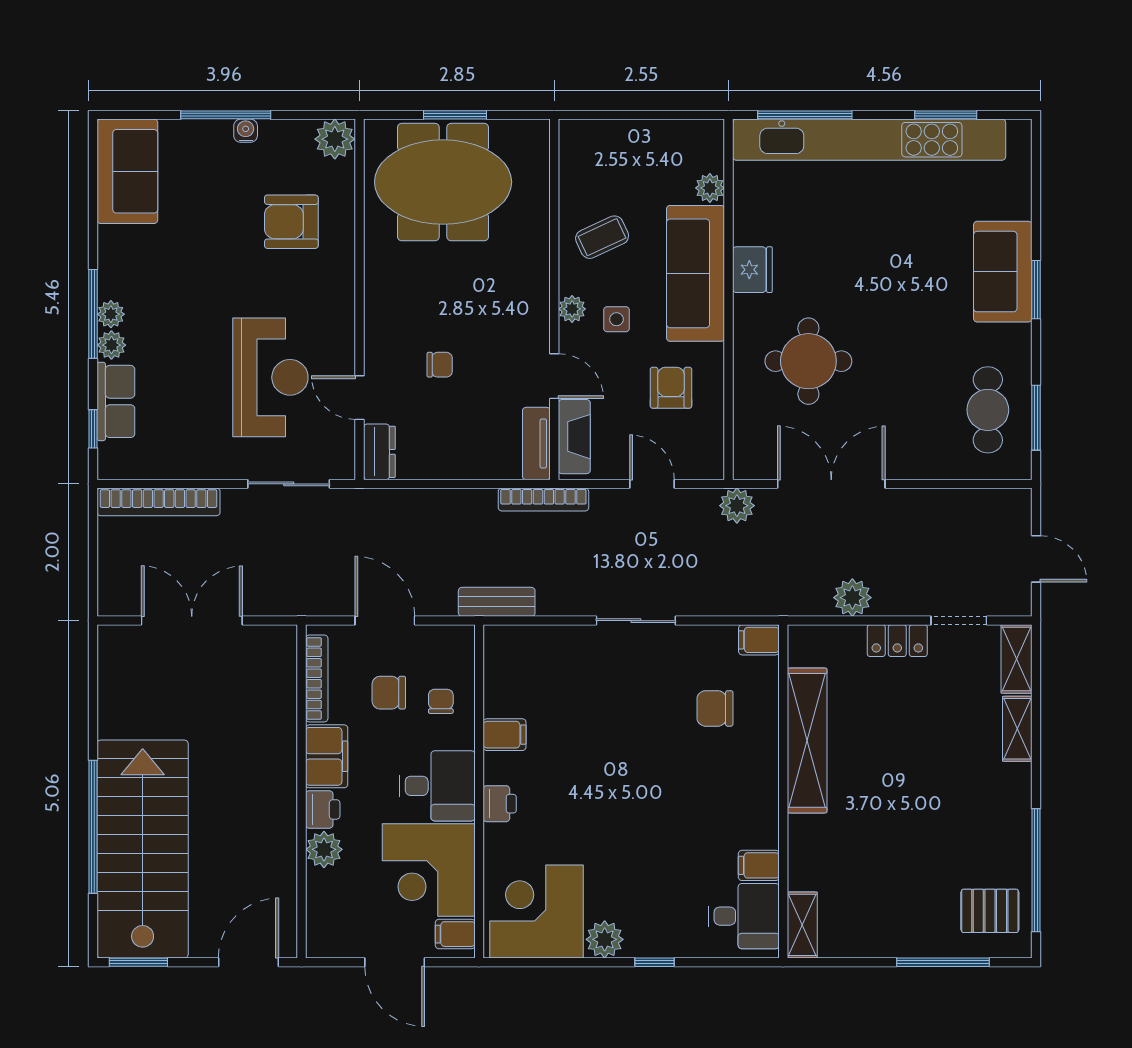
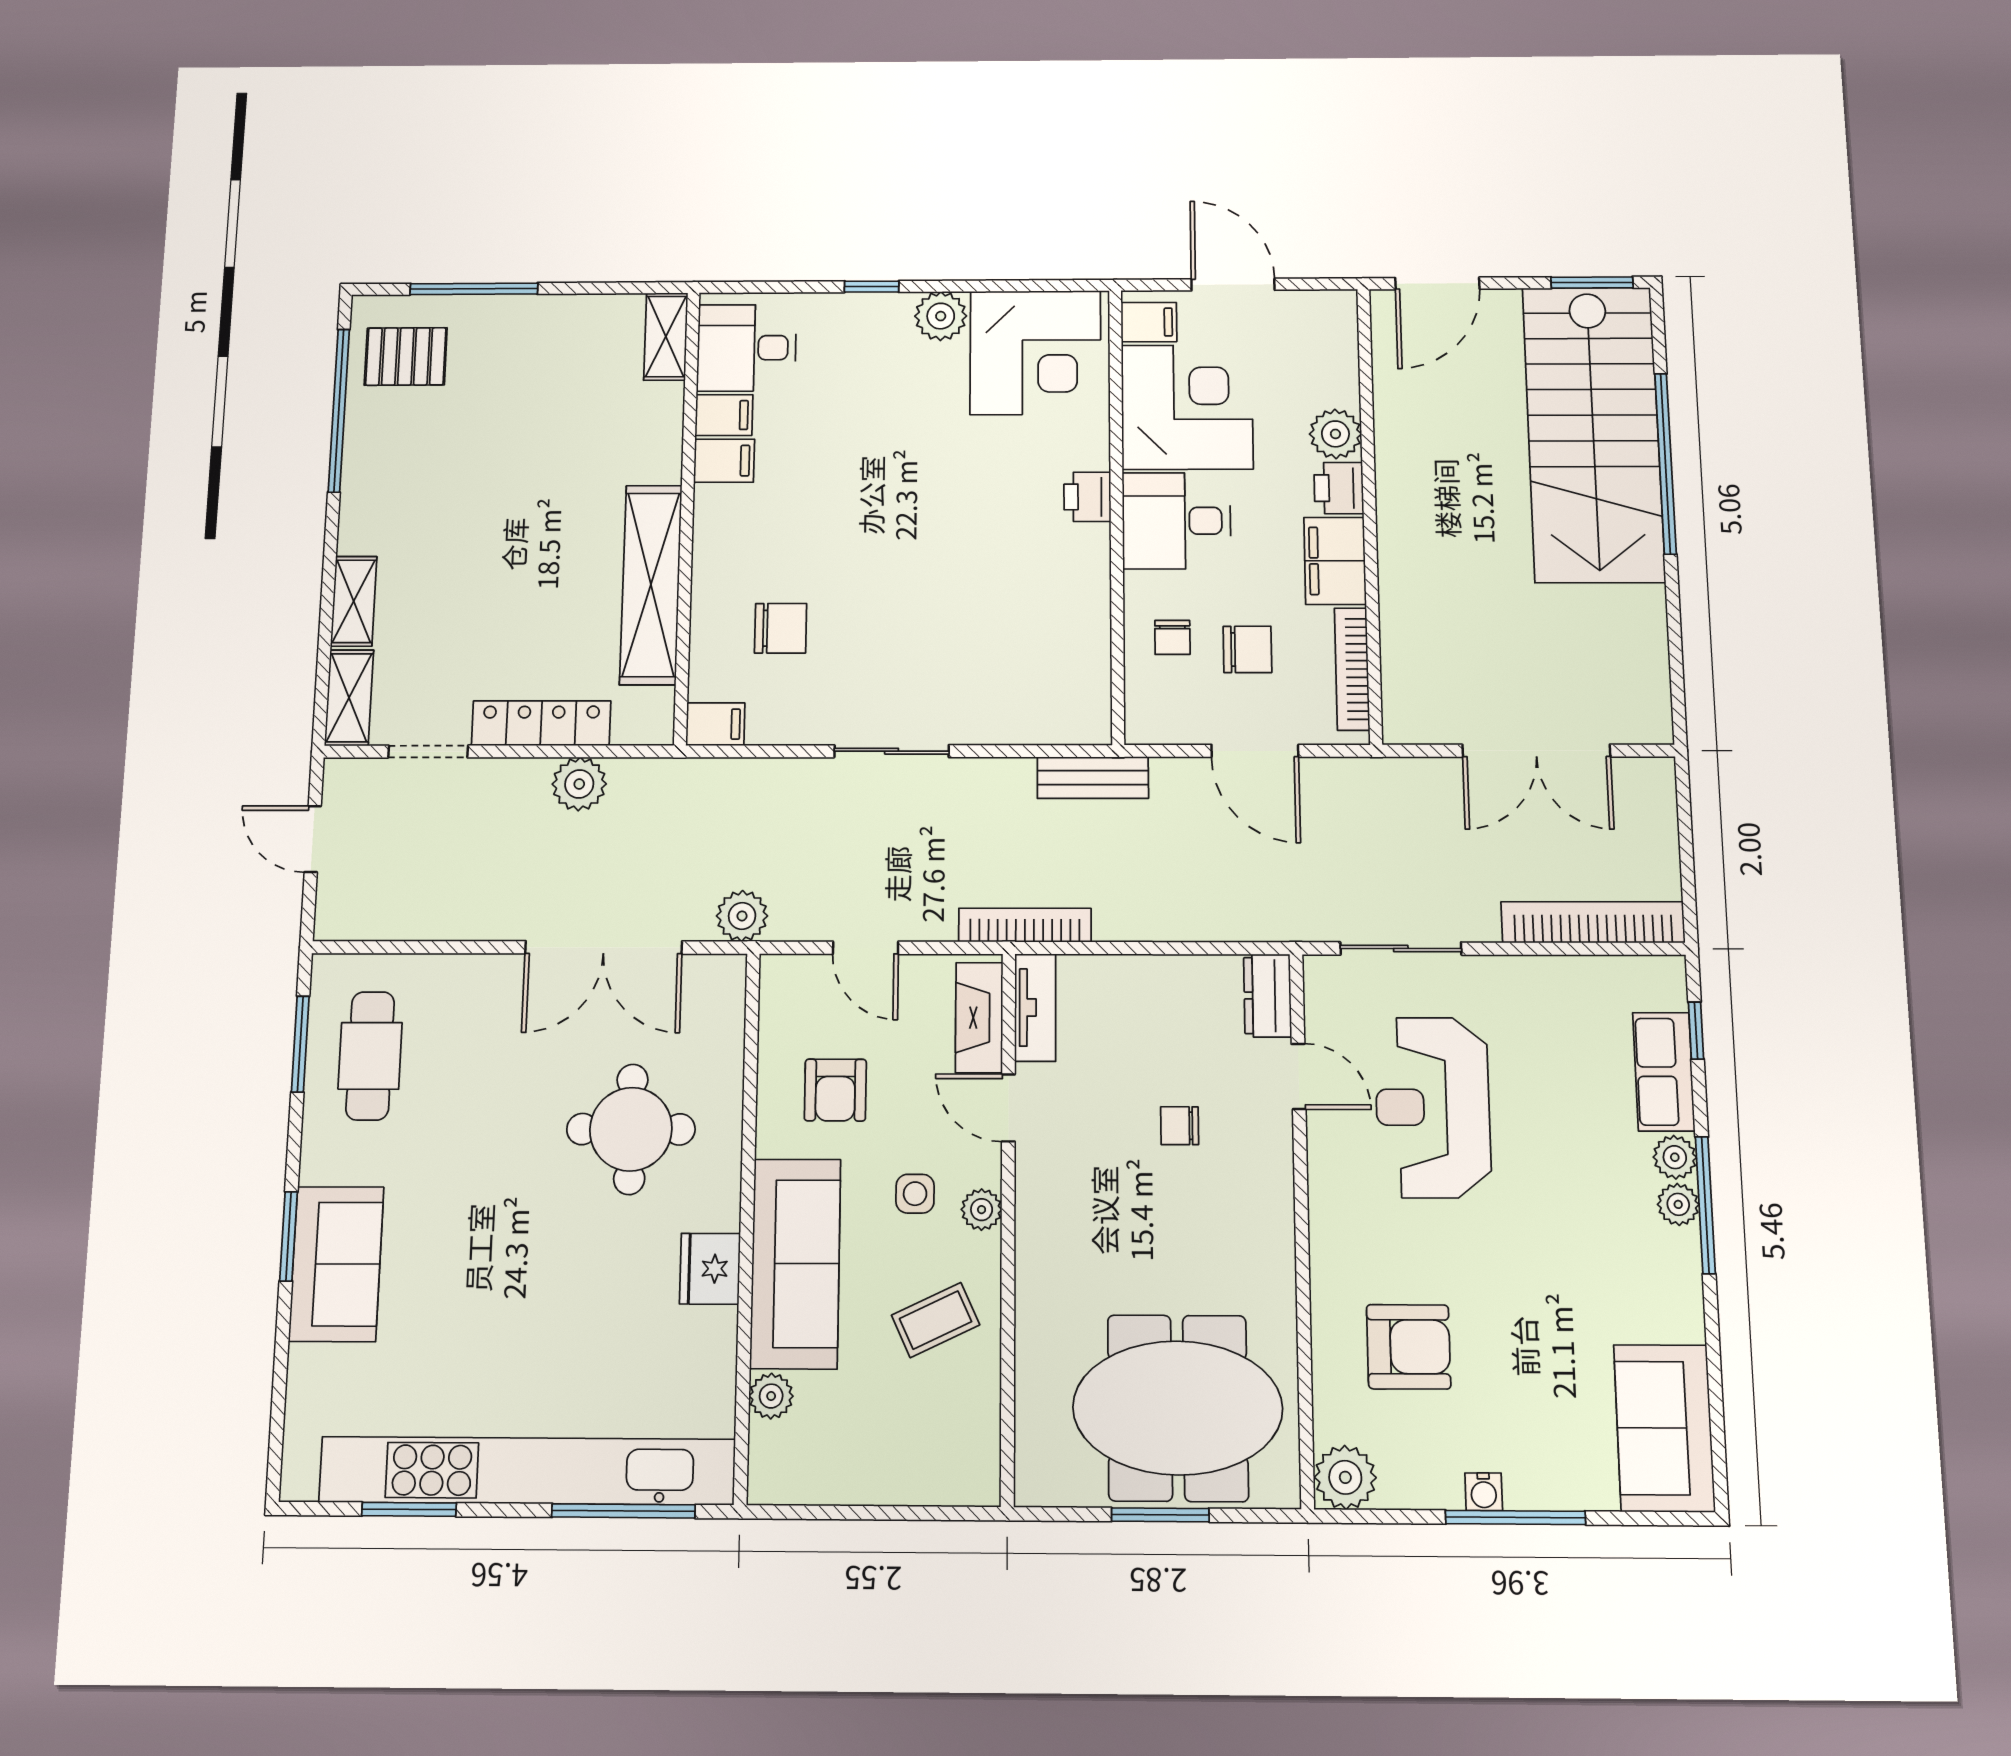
locker: (897, 641) -> (541, 723), width x1.53
filing cabinet: (505, 735) -> (724, 461), moved, turned 180

